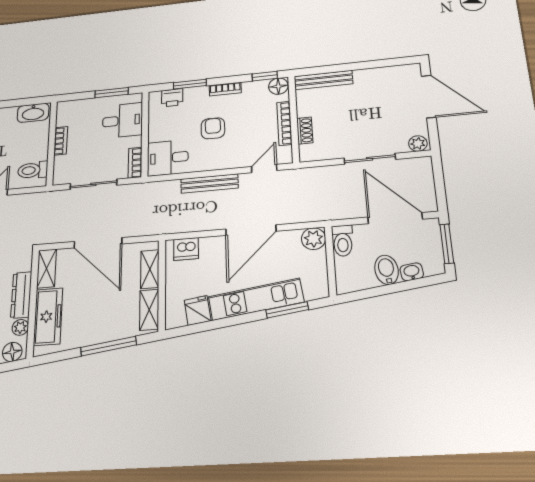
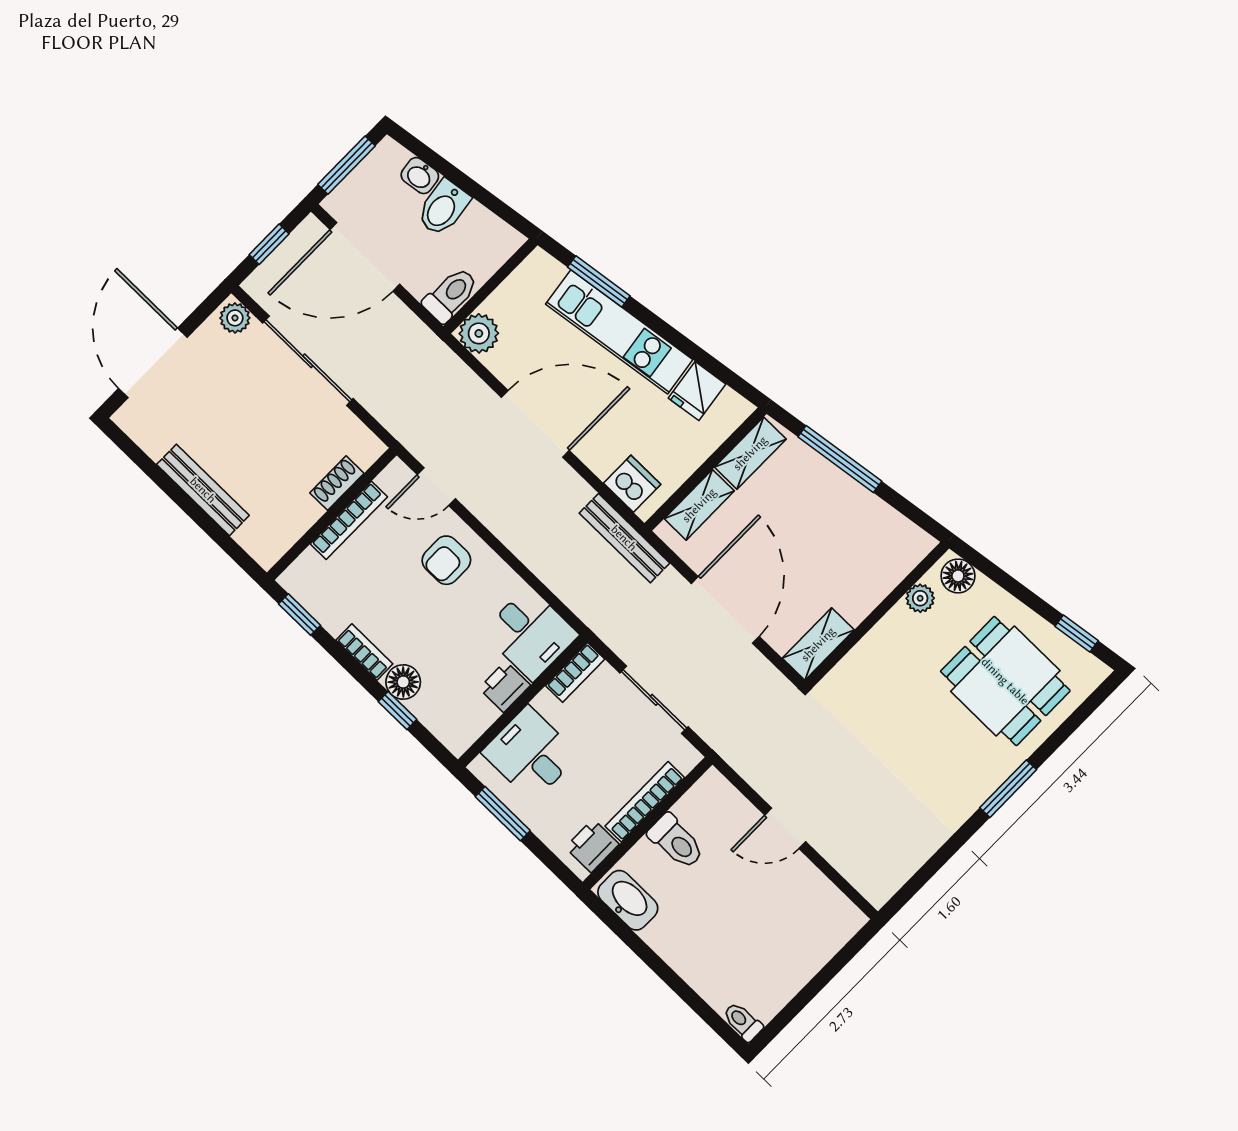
bench: (323, 80) -> (203, 490), moved
window: (190, 84) -> (398, 711), width x0.67
floor lamp: (278, 86) -> (403, 682), moved
printer: (172, 98) -> (505, 687), moved, turned -90
printer: (66, 116) -> (592, 846), added
armchair: (213, 128) -> (446, 560), moved
bookcase: (61, 141) -> (645, 802), width x1.56
sliding door: (370, 159) -> (308, 361), width x1.37
toilet: (33, 170) -> (676, 841), moved
window: (439, 182) -> (269, 244), added
bench: (209, 184) -> (624, 538), moved
door: (395, 218) -> (365, 257), hinge flipped
dresser: (21, 295) -> (881, 642), removed
freezer: (48, 317) -> (875, 576), removed

